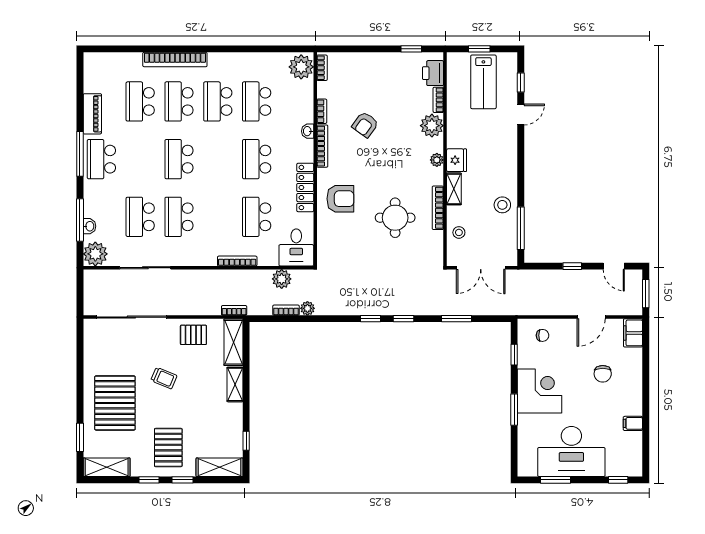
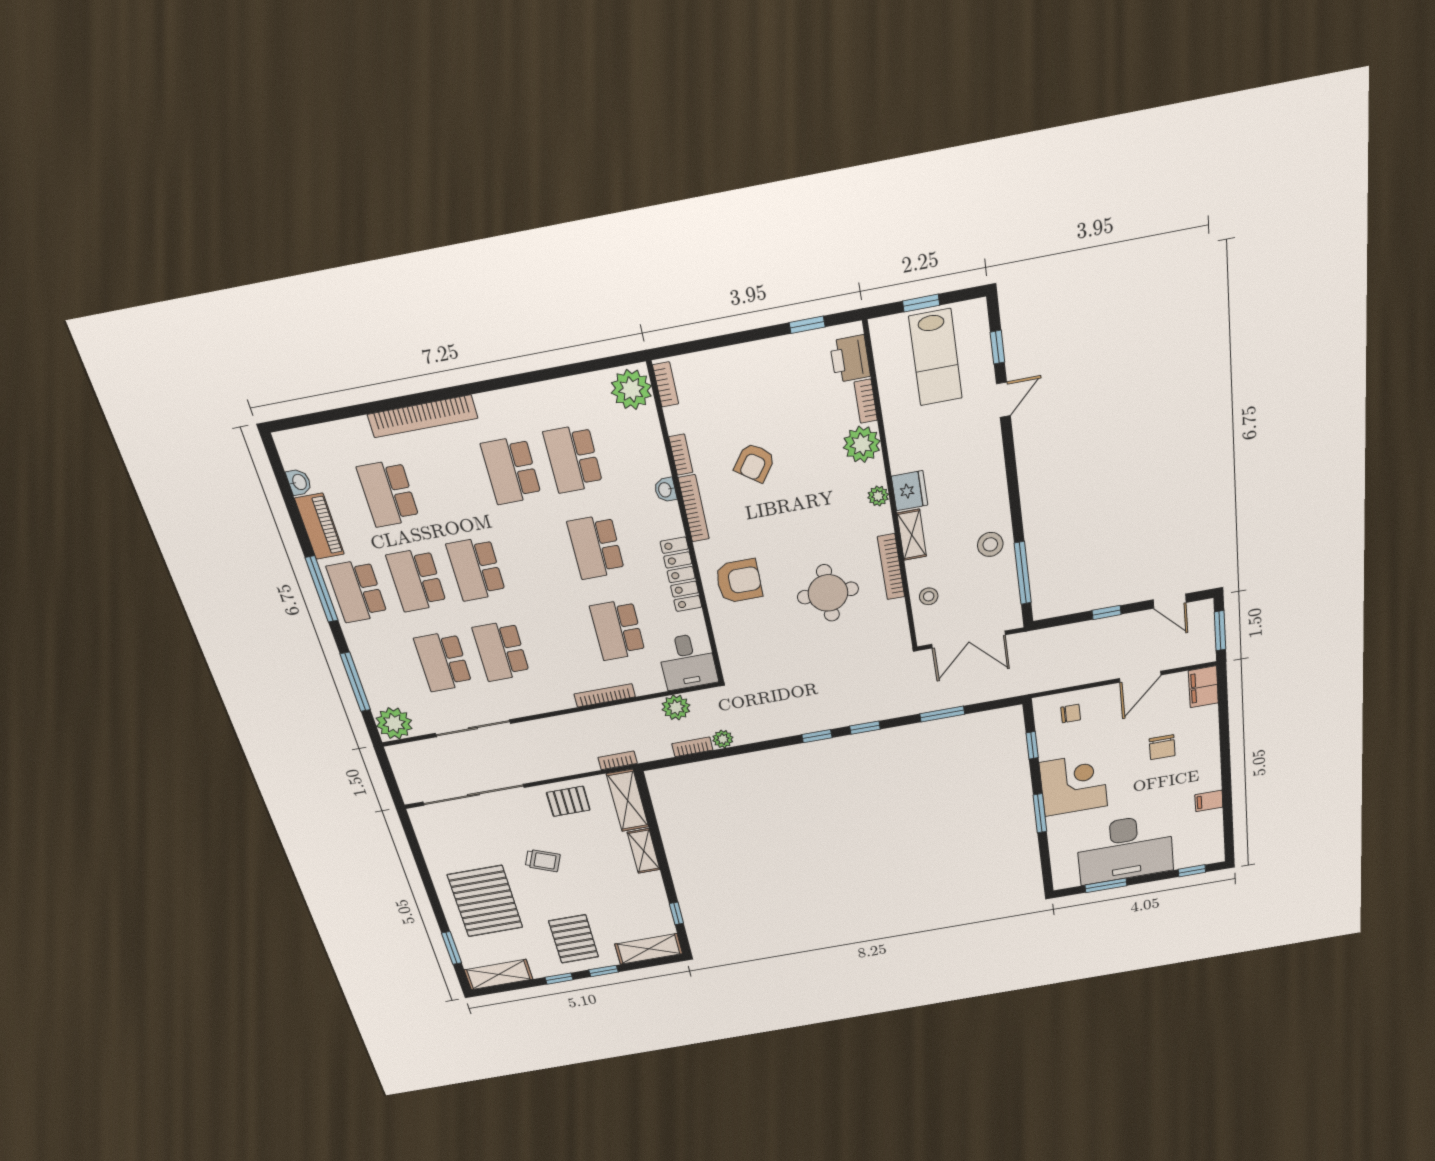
school desk: (179, 101) -> (416, 580), moved
washbasin: (89, 226) -> (299, 482), moved

